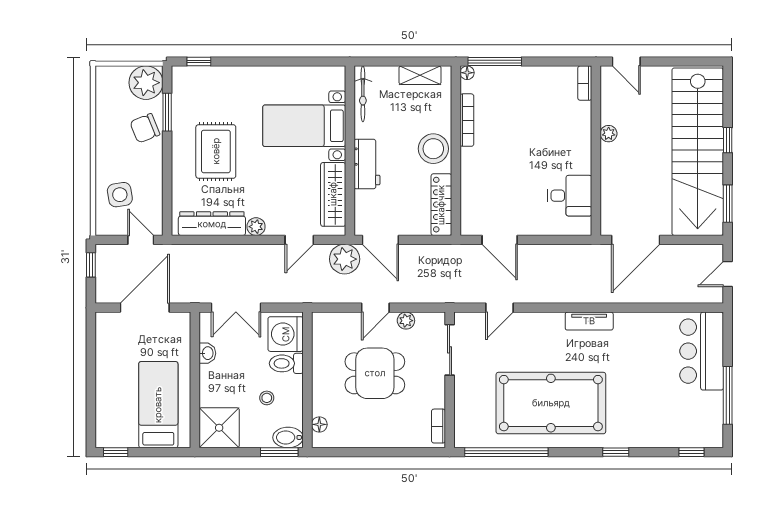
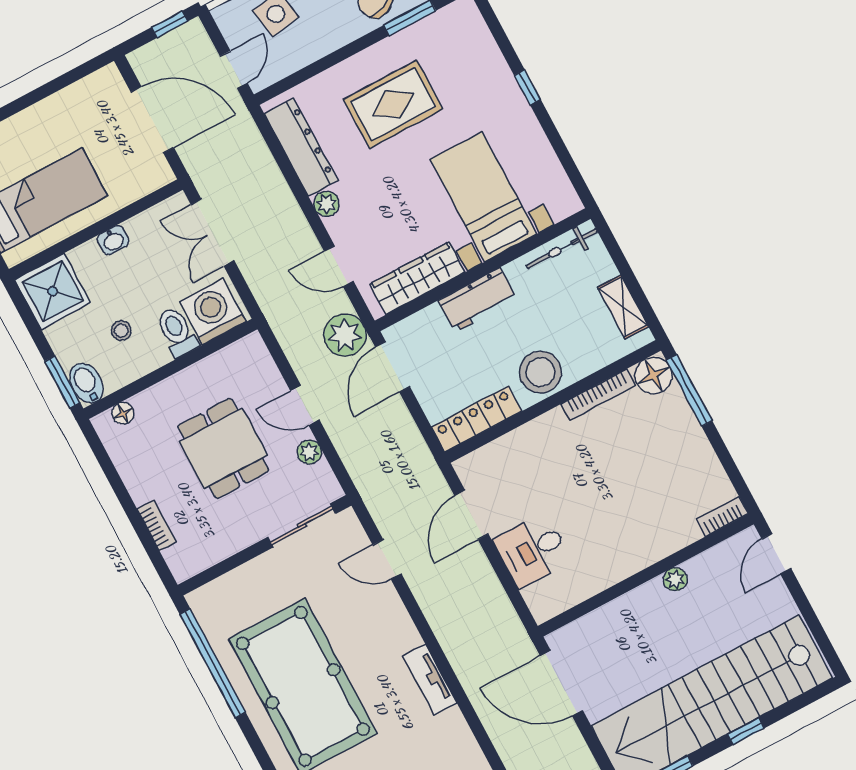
window: (199, 62) -> (527, 87), moved
floor lamp: (467, 73) -> (653, 375), width x1.89, depth x1.89
desk: (570, 196) -> (532, 550), moved, turned 90
washbasin: (207, 353) -> (113, 240), moved
bookcase: (438, 426) -> (157, 525), moved, turned 90

